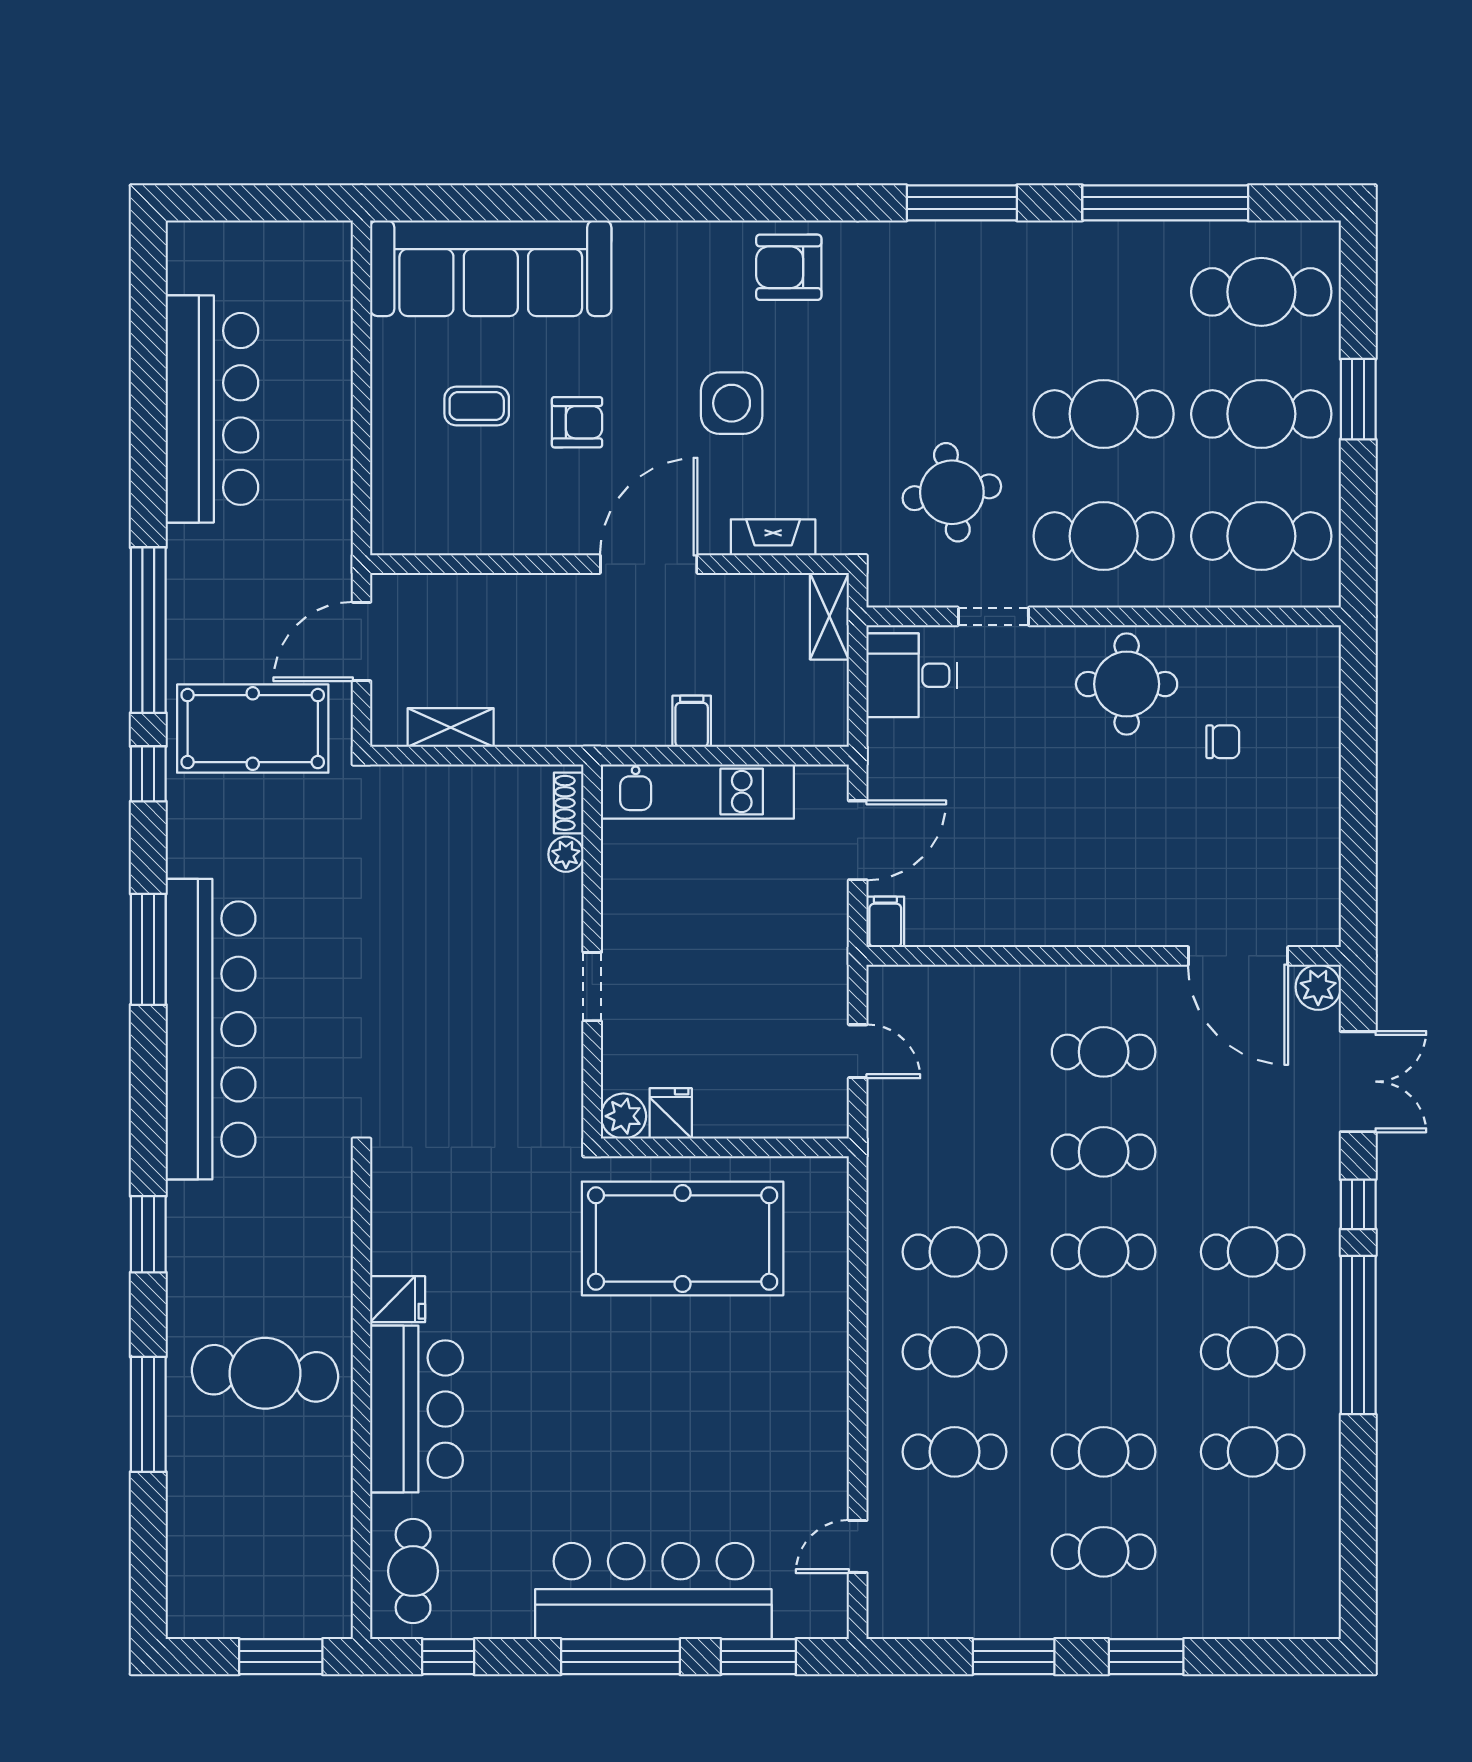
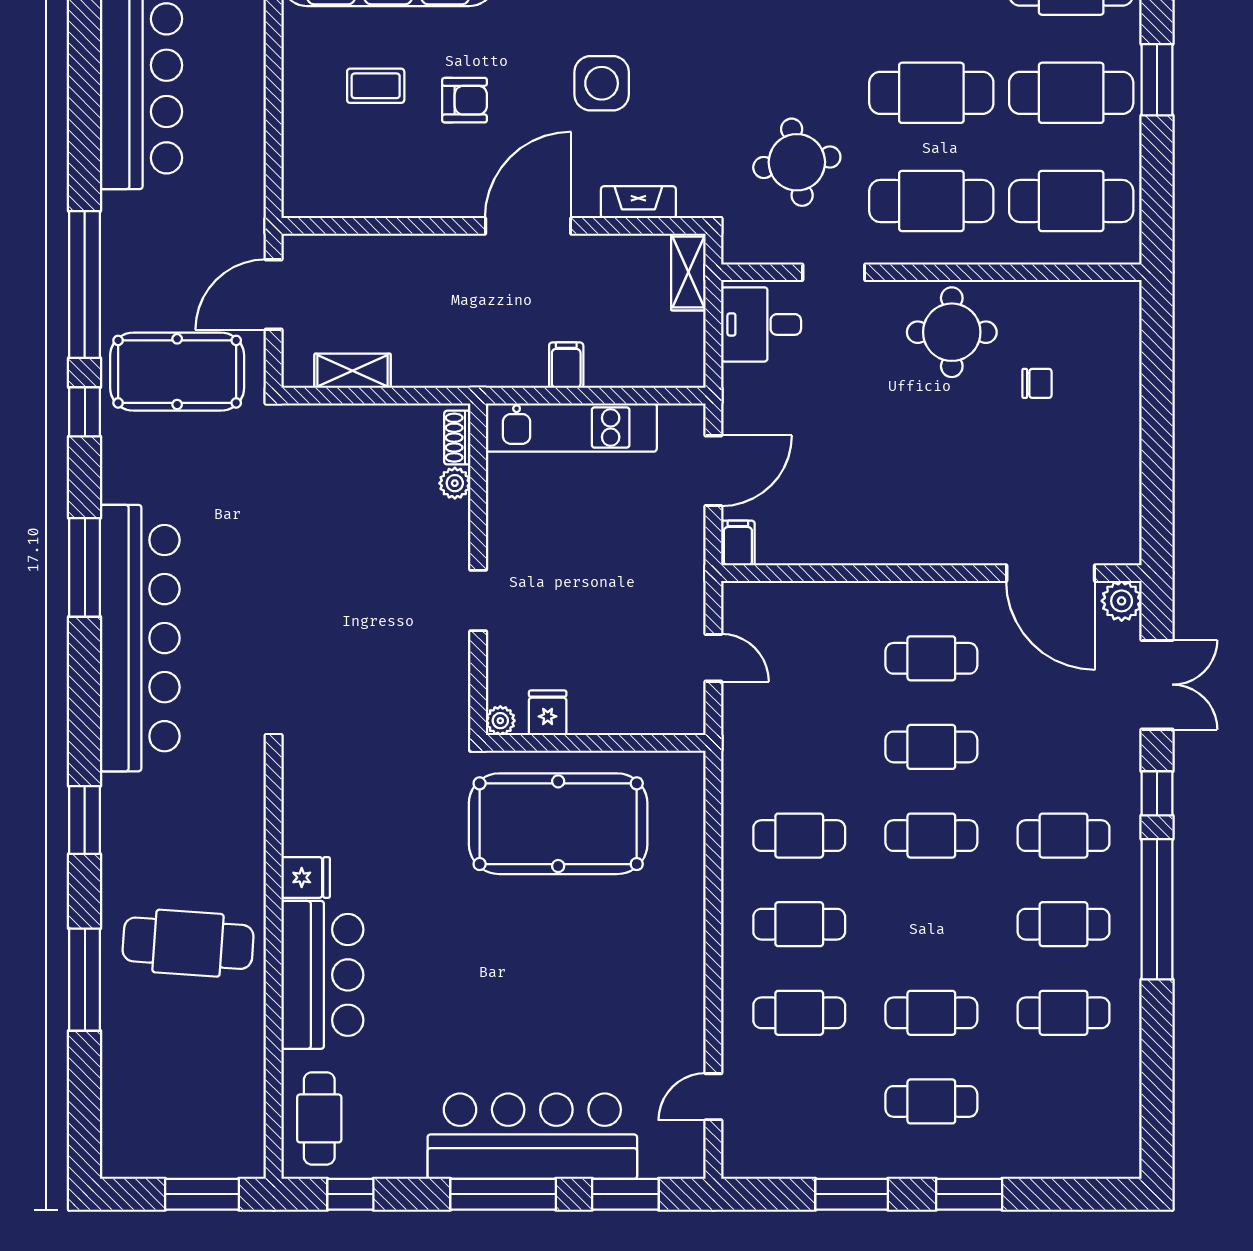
plant: (623, 1116) -> (500, 721), width x0.73, depth x0.73

